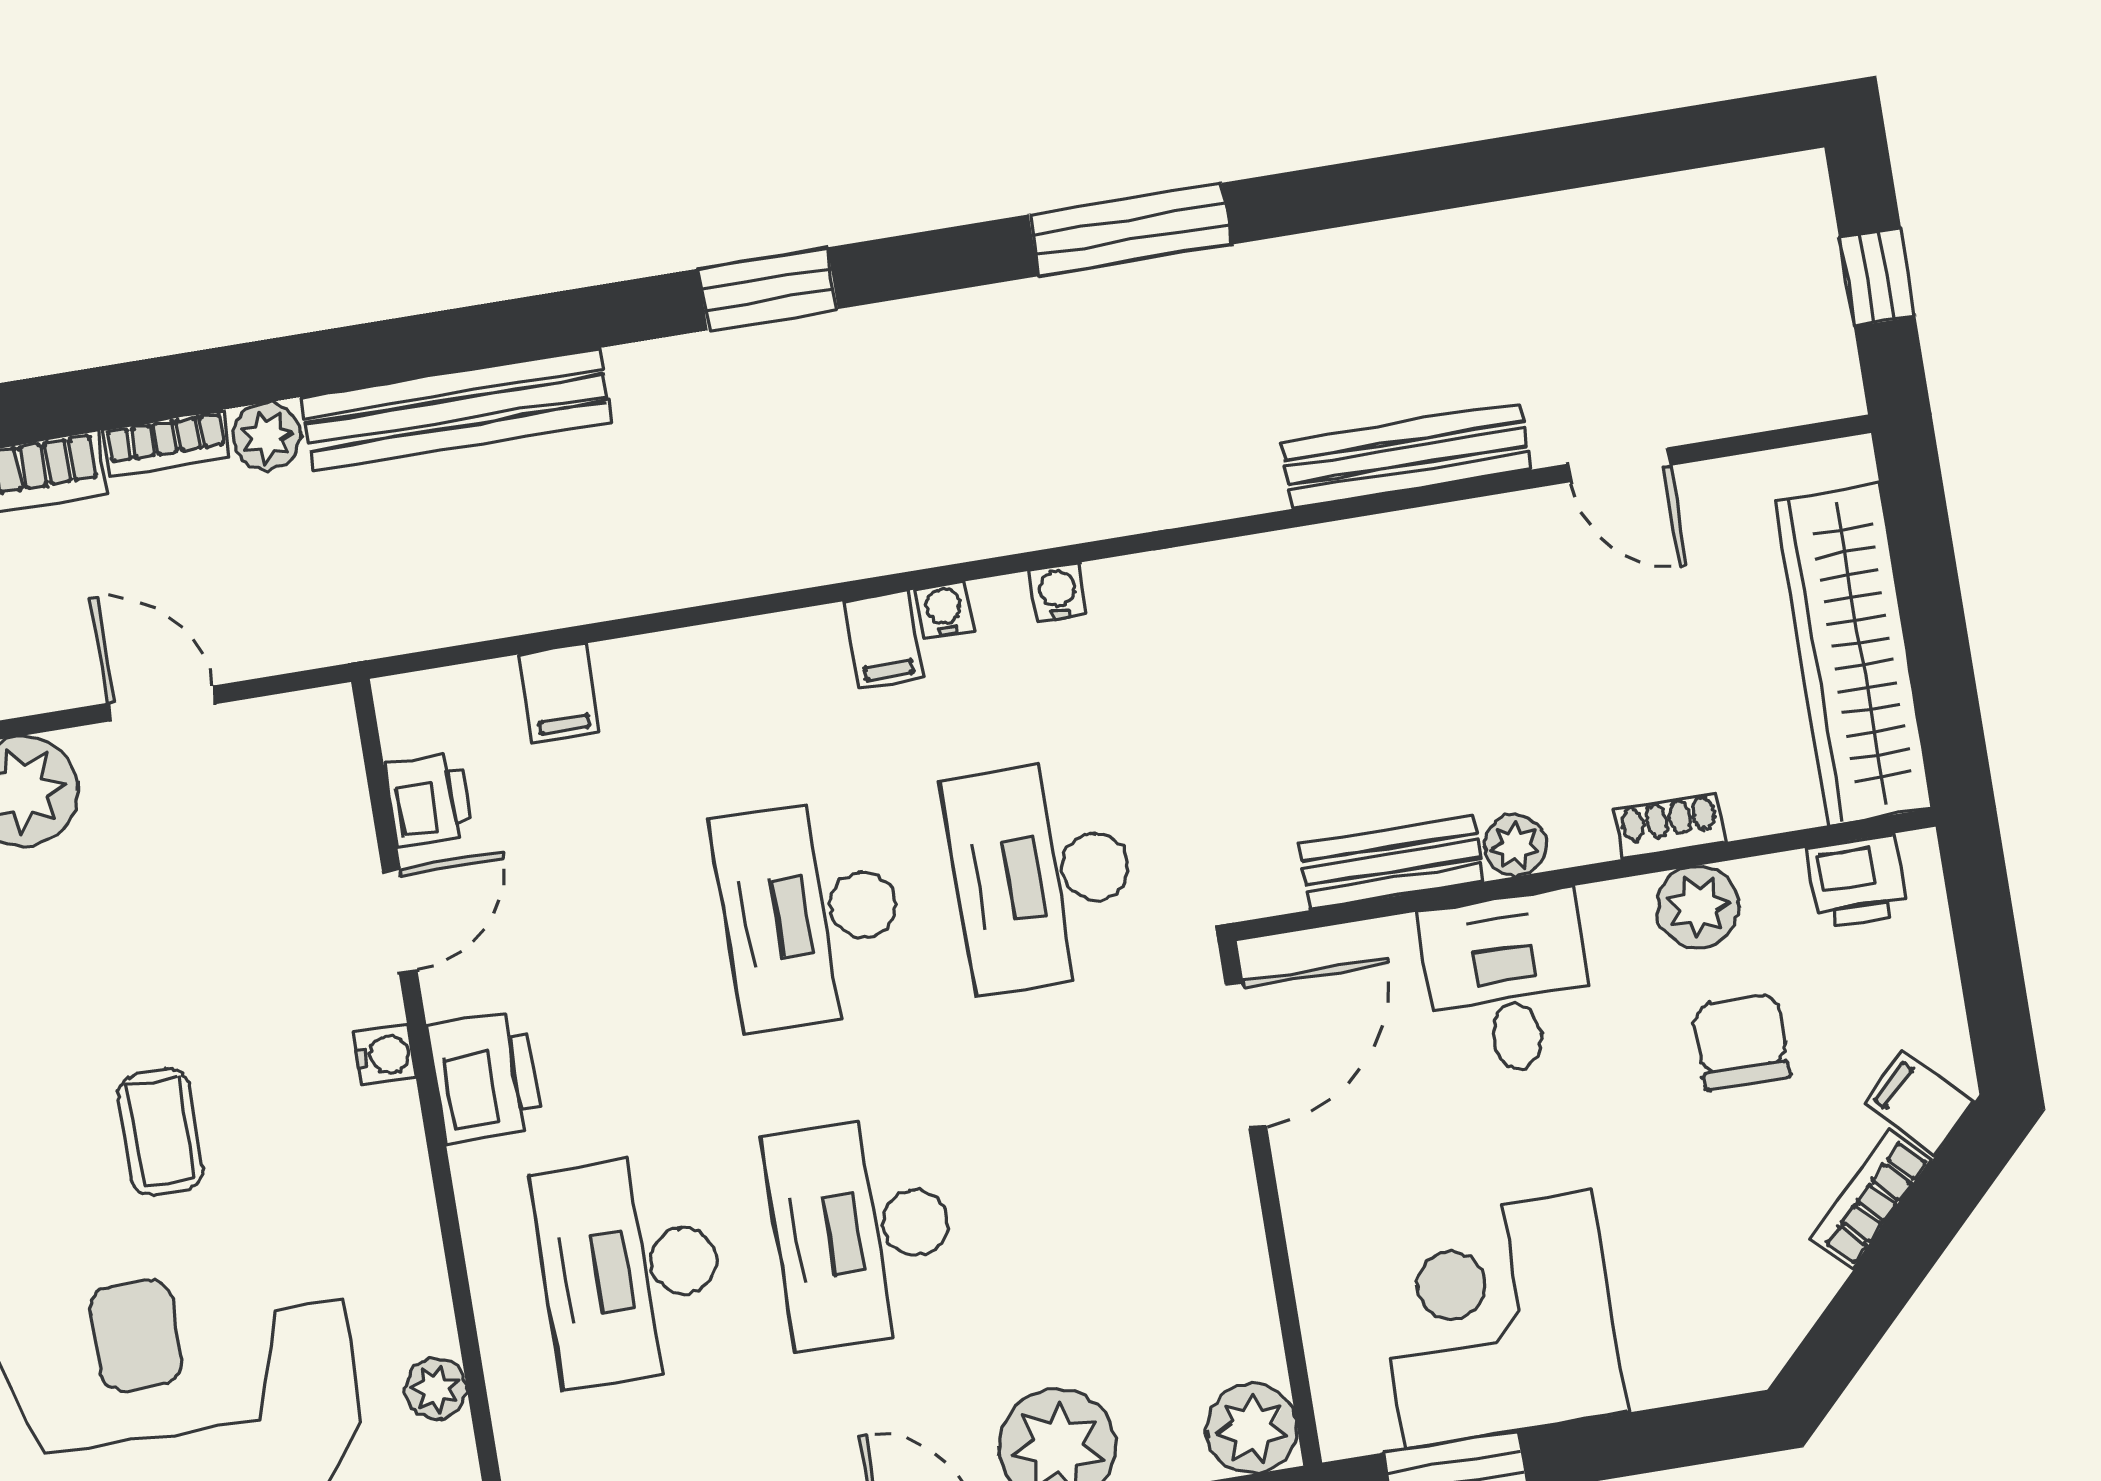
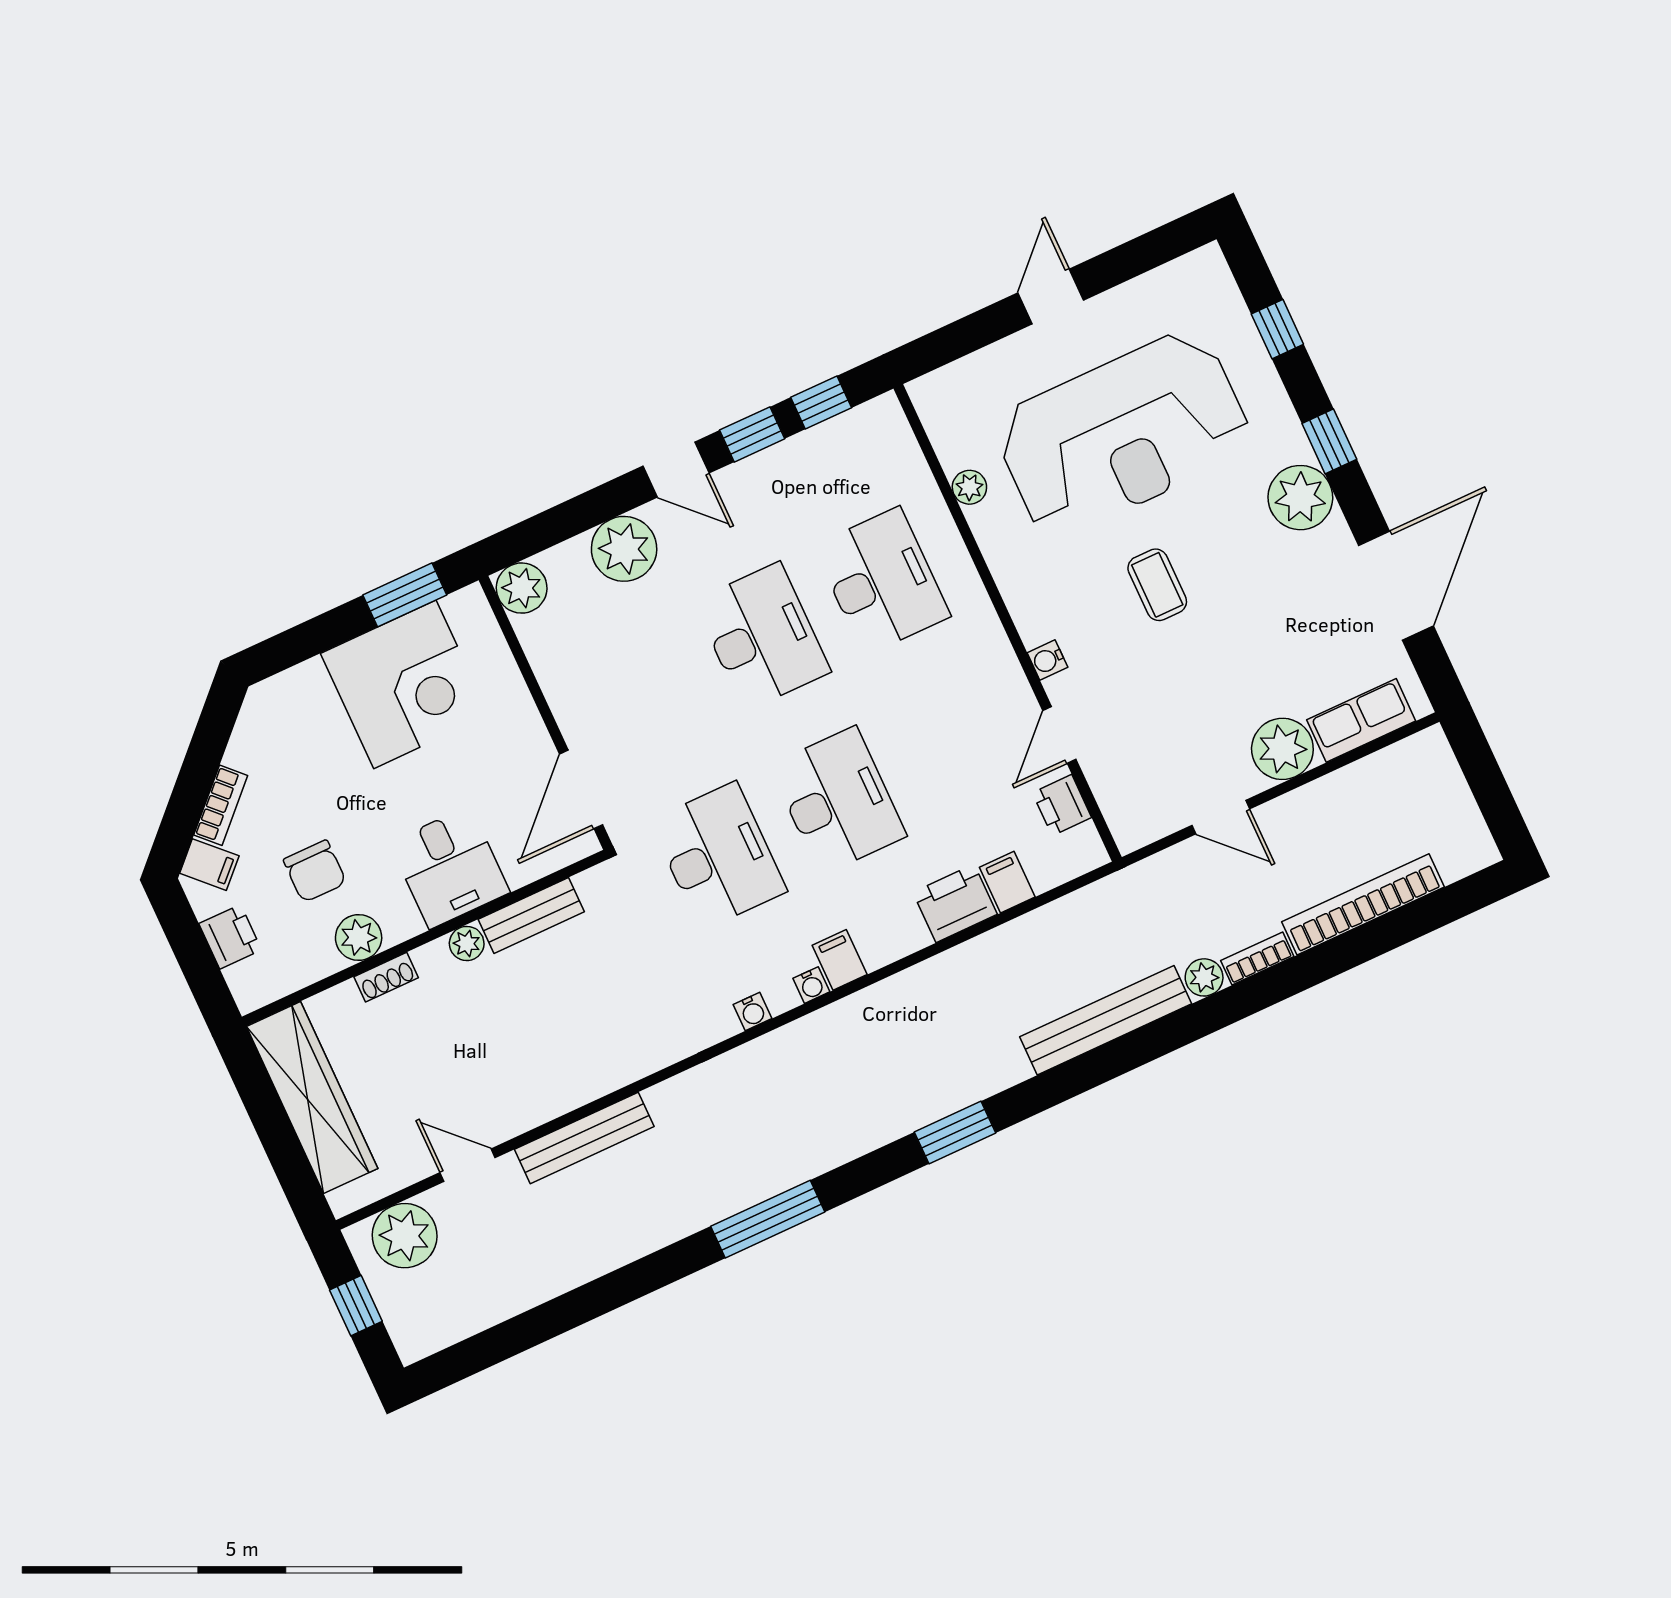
plant: (1761, 374) -> (405, 1236), added
printer: (1857, 881) -> (230, 937), moved, turned 90
printer: (485, 1078) -> (955, 903), moved, turned 90

